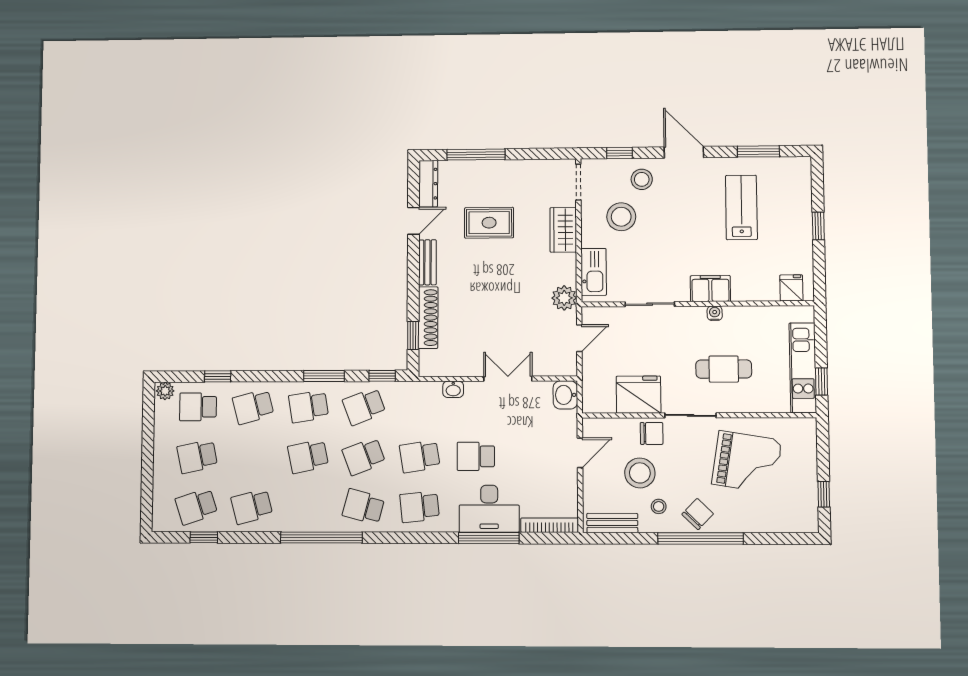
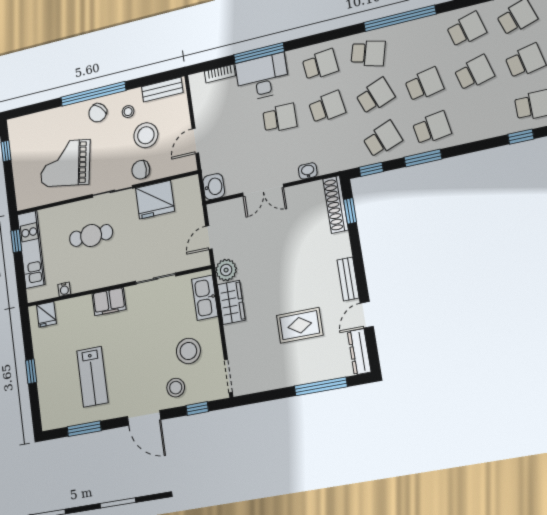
wardrobe: (563, 230) -> (231, 302), moved
water cooler: (715, 313) -> (64, 289), moved
shoe rack: (428, 318) -> (336, 204), moved
school desk: (253, 407) -> (474, 73), moved
bookcase: (549, 525) -> (220, 74), width x0.64

